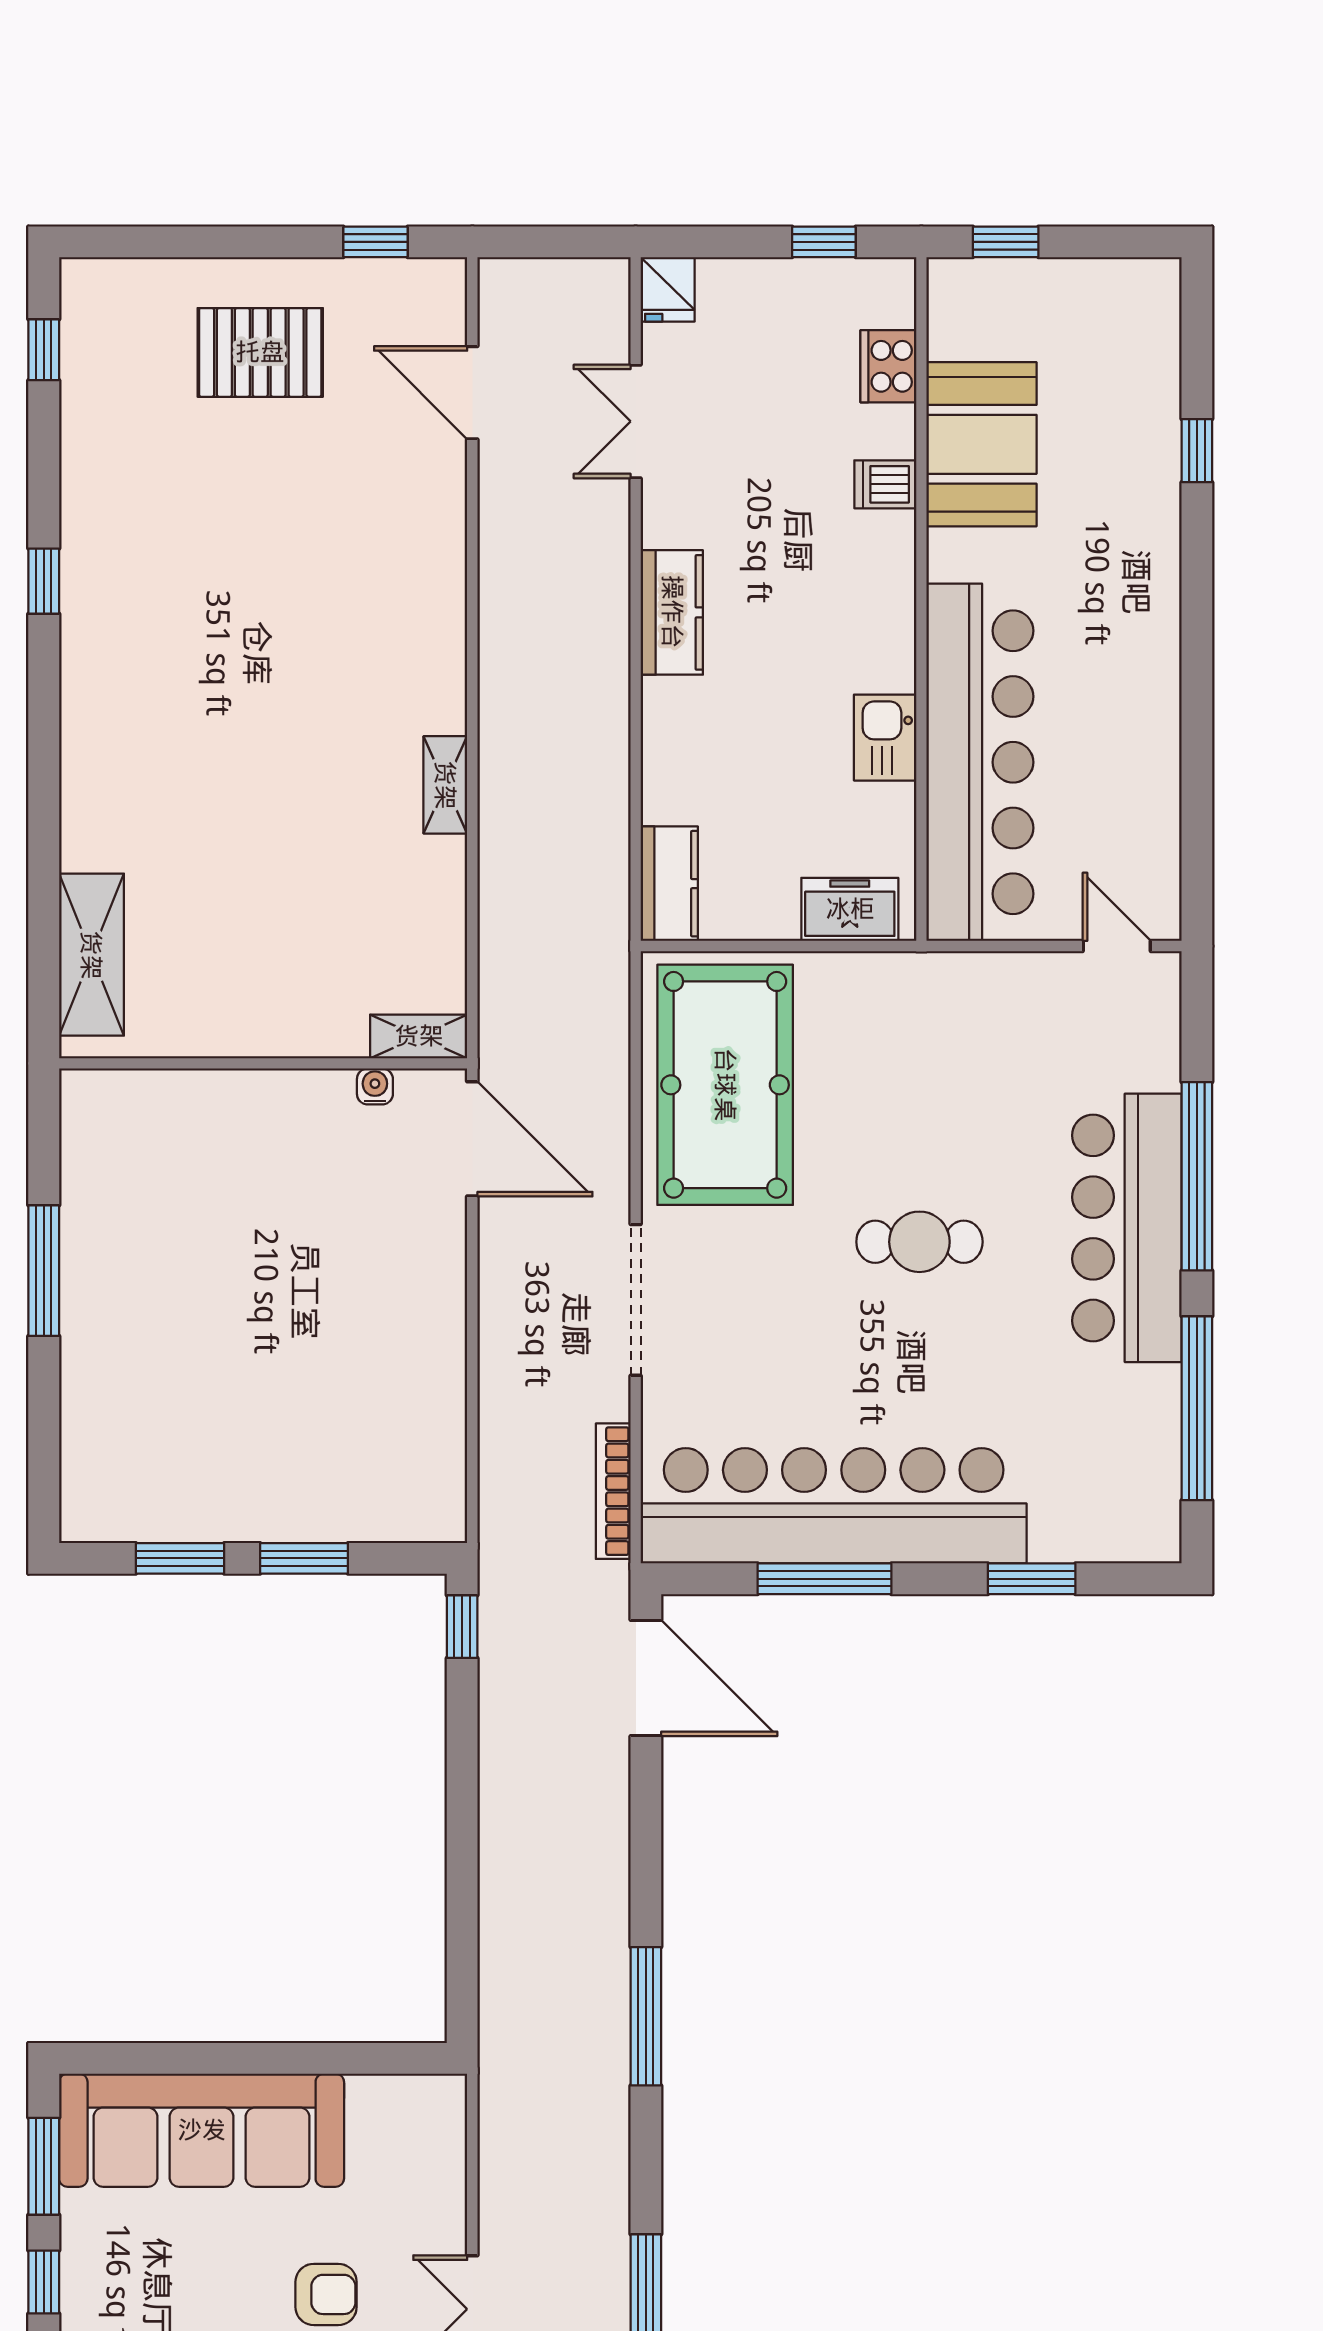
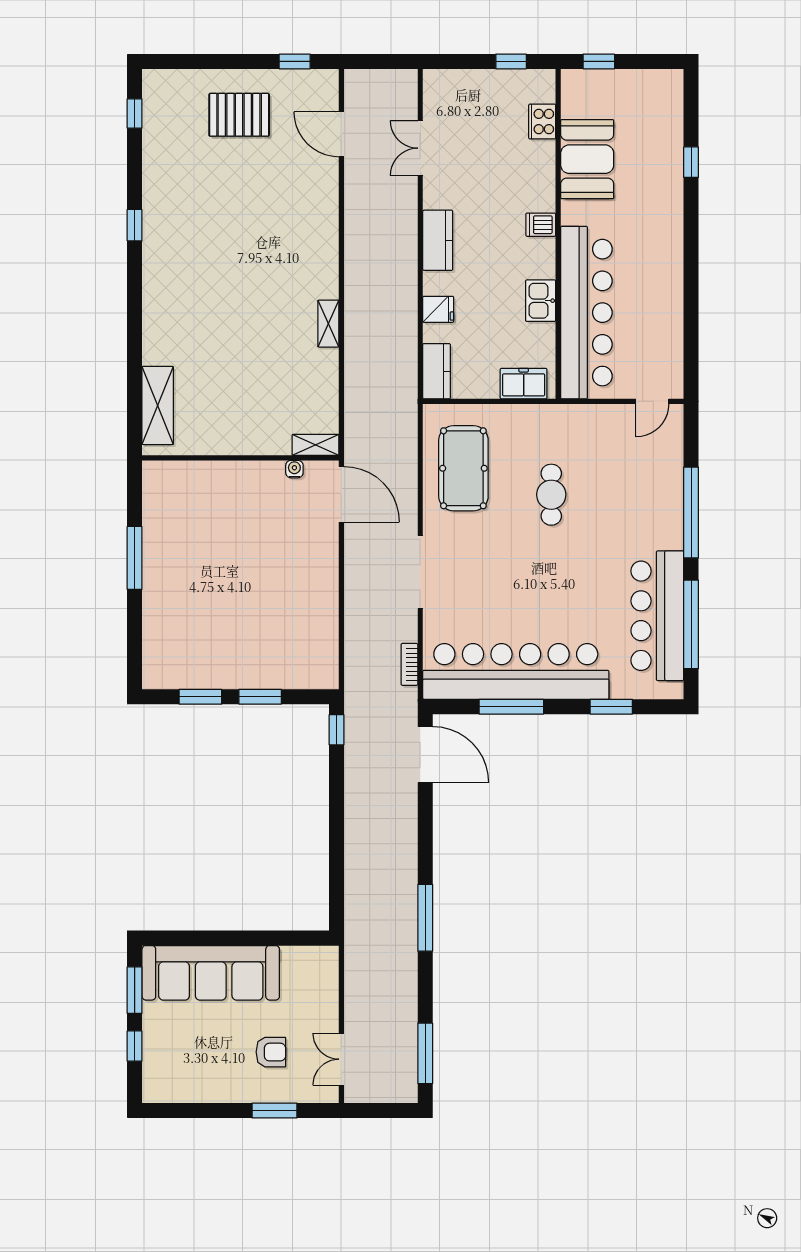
fridge: (668, 289) -> (438, 309), moved, turned -90
dishwasher: (885, 484) -> (541, 225), moved
door: (1117, 946) -> (652, 401), swing flipped
pool table: (725, 1085) -> (463, 468), width x0.73, depth x0.76
bar counter: (1127, 1228) -> (657, 616), moved
cafe table: (919, 1242) -> (551, 495), moved, turned 90
bookcase: (613, 1491) -> (409, 664), width x0.64

